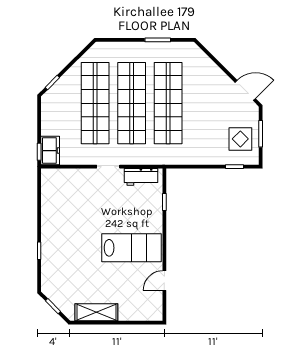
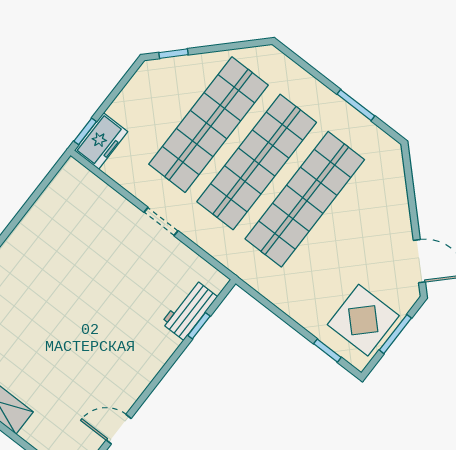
display table: (240, 139) -> (363, 320), width x1.36, depth x1.36
workbench: (141, 177) -> (189, 310), moved, turned 90
lab bench: (131, 248) -> (109, 352), removed

